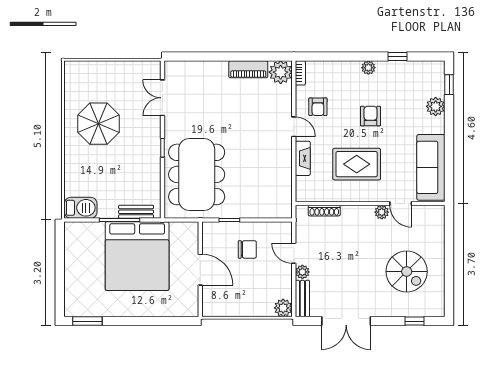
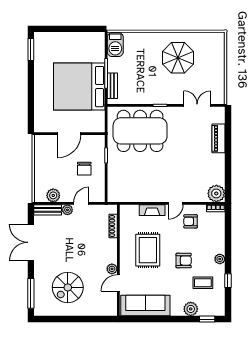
piano: (248, 69) -> (218, 138), moved
coffee table: (400, 90) -> (203, 283), added
plant: (283, 308) -> (53, 195), moved
window: (415, 321) -> (31, 293), width x2.17

